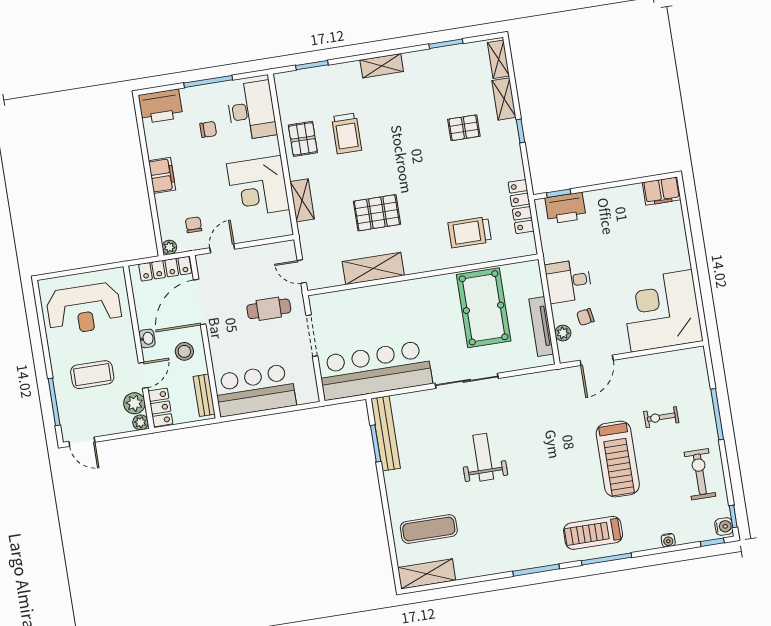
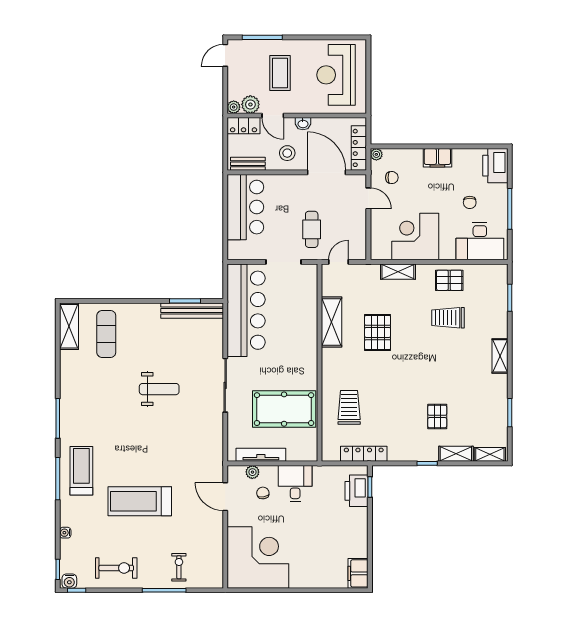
exercise bike: (661, 417) -> (179, 567), moved

